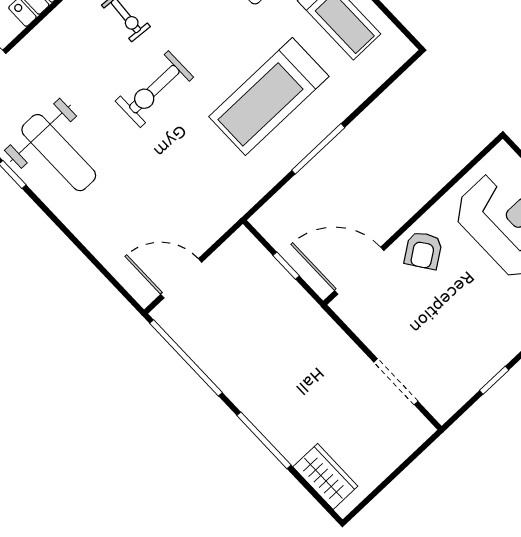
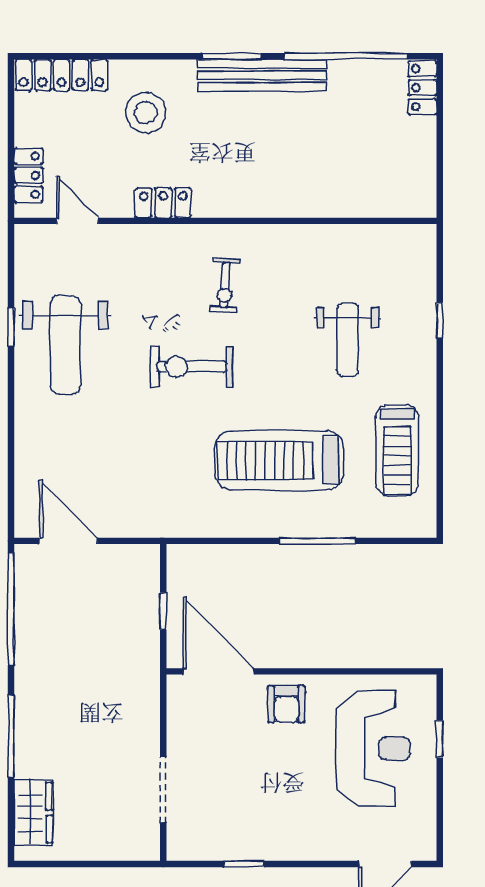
window: (318, 149) -> (318, 541), moved
armchair: (423, 250) -> (286, 704), turned -55

